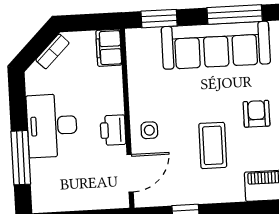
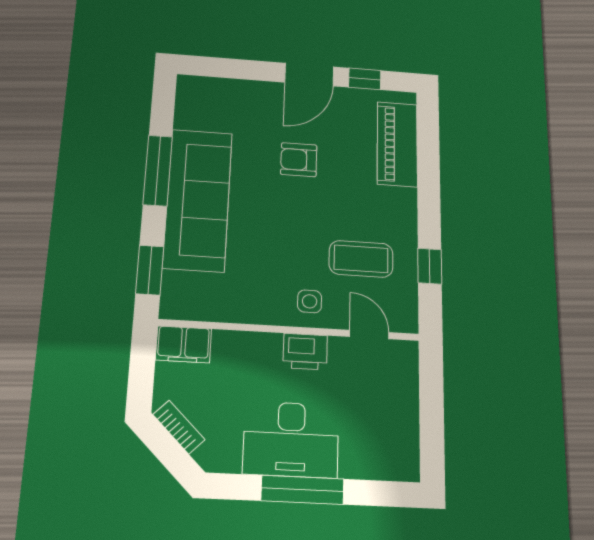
coffee table: (213, 145) -> (361, 259), moved
window: (21, 158) -> (302, 490), moved
door: (130, 173) -> (369, 335), width x0.73

